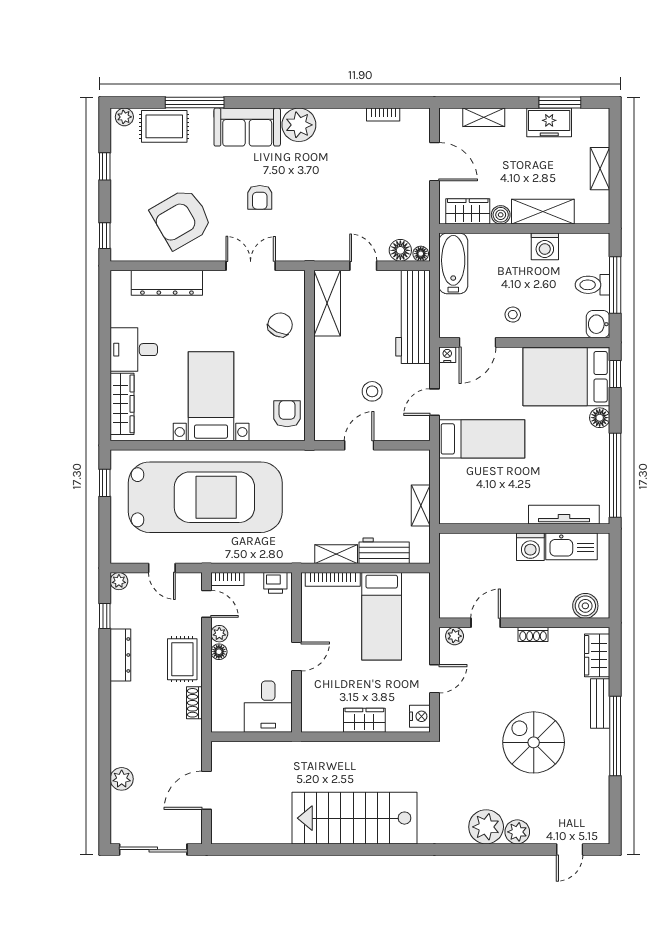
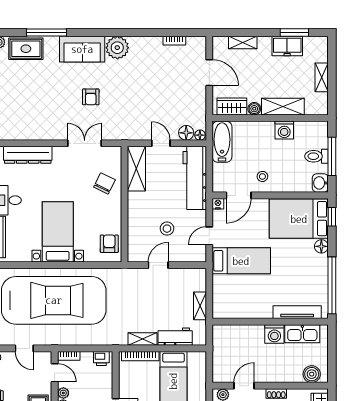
armchair: (181, 219) -> (38, 111), removed

